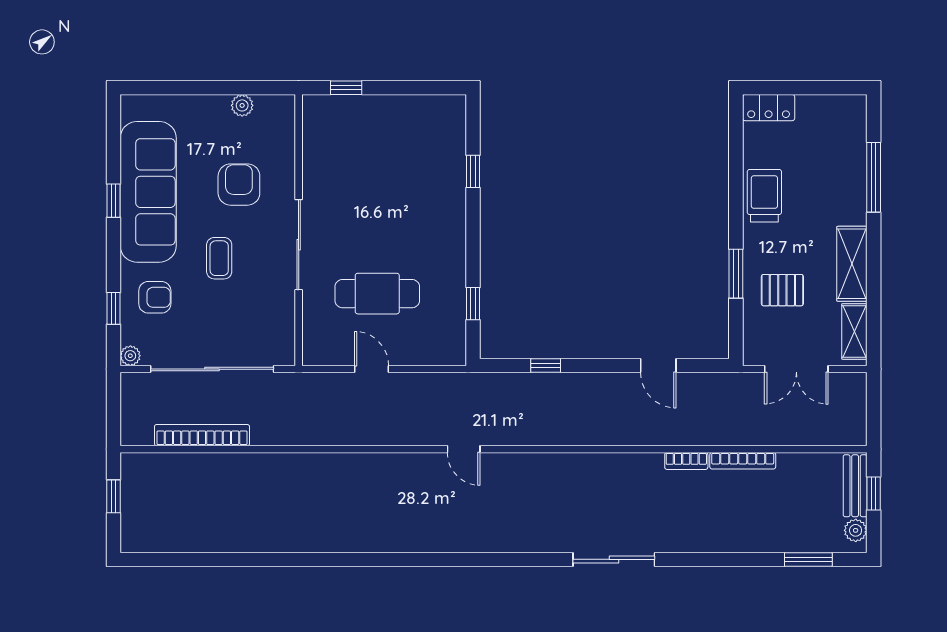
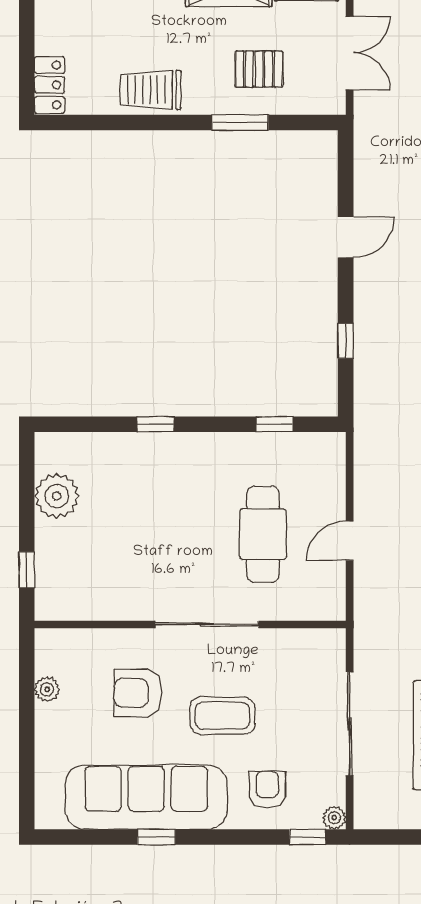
plant: (410, 114) -> (57, 496), added
window: (473, 171) -> (155, 424), moved
coffee table: (219, 258) -> (222, 716), width x1.36, depth x1.30
pallet: (782, 290) -> (259, 69), turned 90
window: (114, 308) -> (308, 837), moved
door: (658, 366) -> (346, 237), moved
sliding door: (212, 369) -> (350, 724), width x0.73

